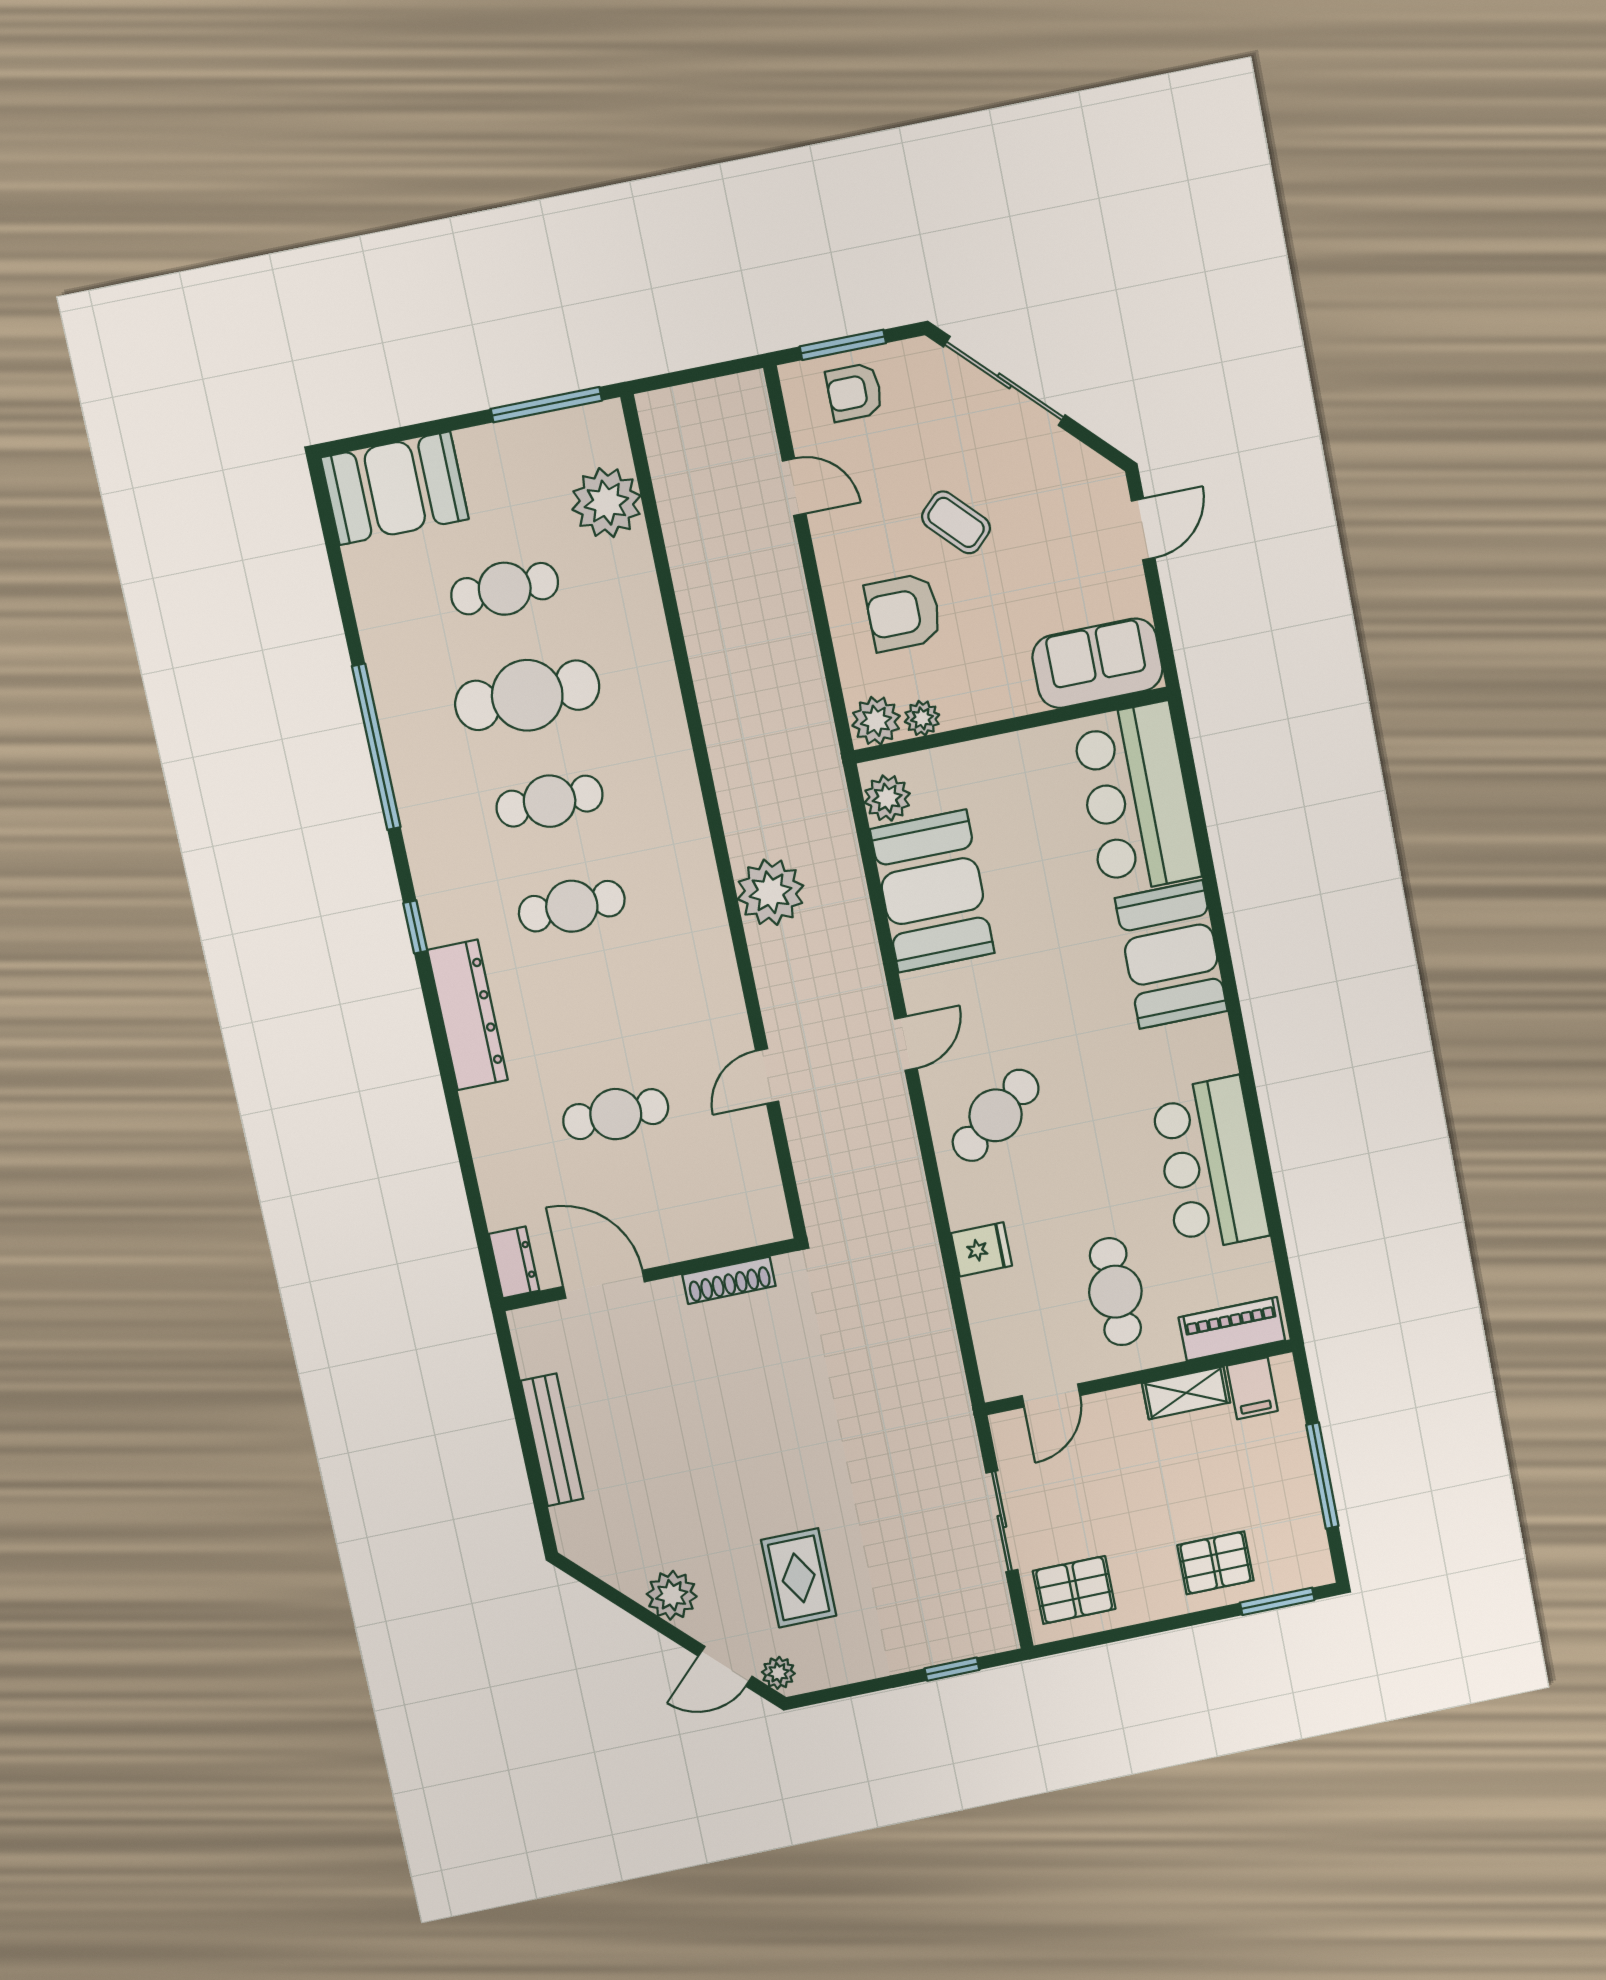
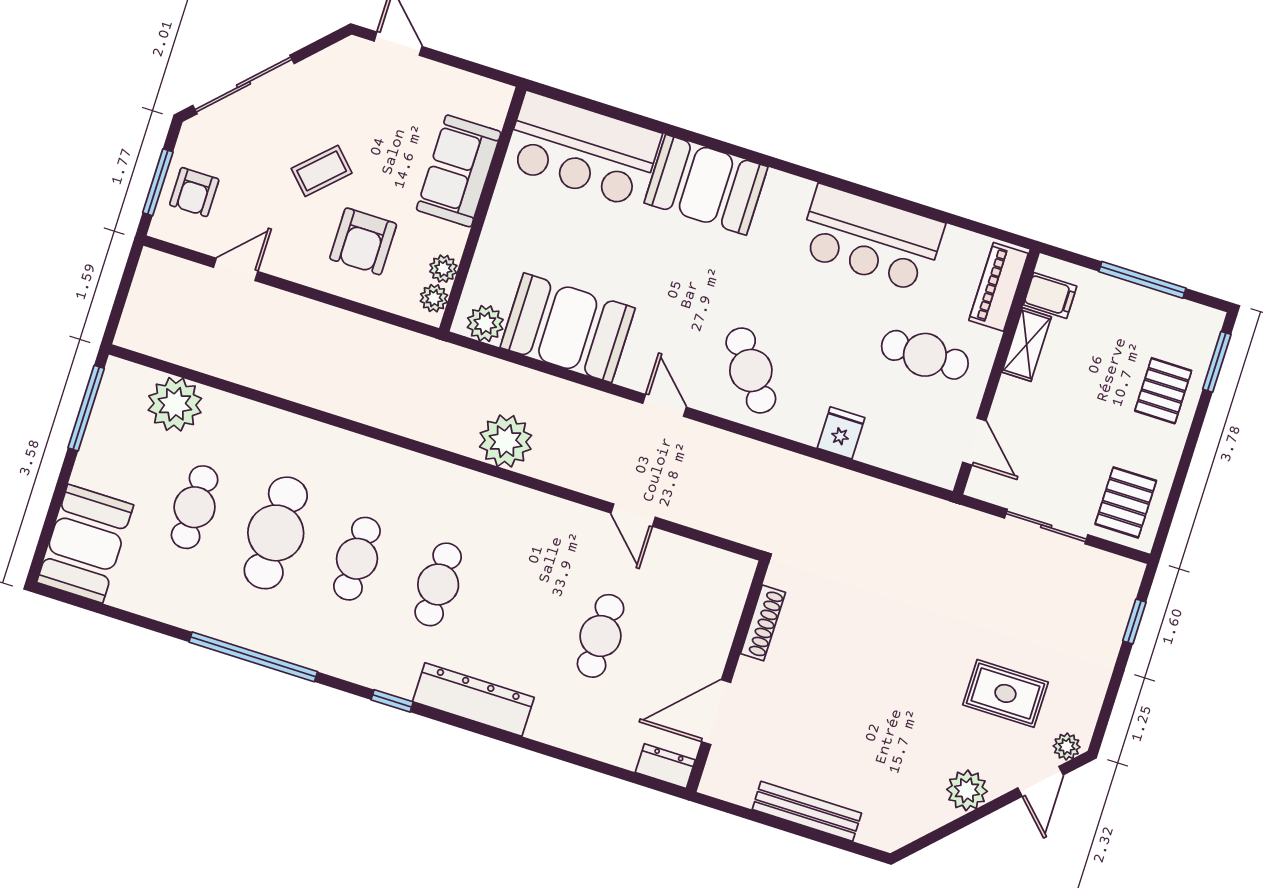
sofa: (1097, 663) -> (459, 171), moved
plant: (876, 721) -> (434, 298), width x0.73, depth x0.73

